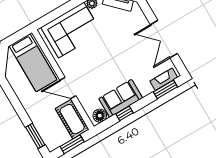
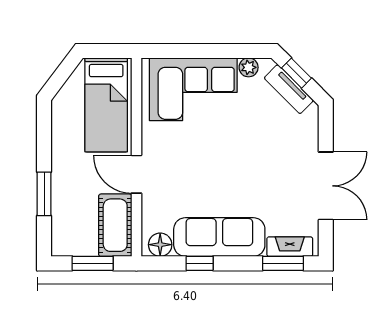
double door: (164, 39) -> (326, 186), swing flipped
sofa: (121, 98) -> (219, 237), width x1.36
window: (35, 136) -> (44, 194), moved

